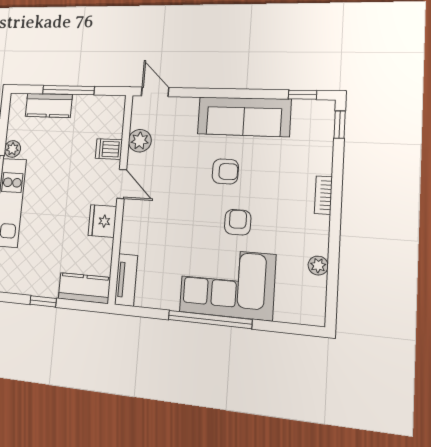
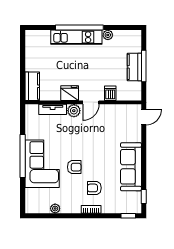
kitchen counter: (49, 105) -> (134, 67), moved
plant: (140, 141) -> (74, 111), moved
armchair: (225, 171) -> (94, 188), moved, turned 90
tv unit: (126, 280) -> (53, 109), moved
window: (43, 301) -> (23, 63), removed

